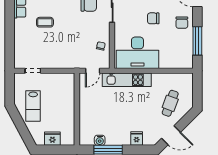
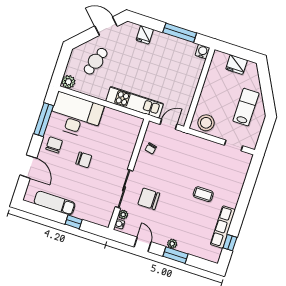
desk: (137, 53) -> (76, 116), moved
plant: (187, 79) -> (68, 82), added
stool: (62, 82) -> (206, 123), added
water cooler: (100, 140) -> (202, 52), moved

